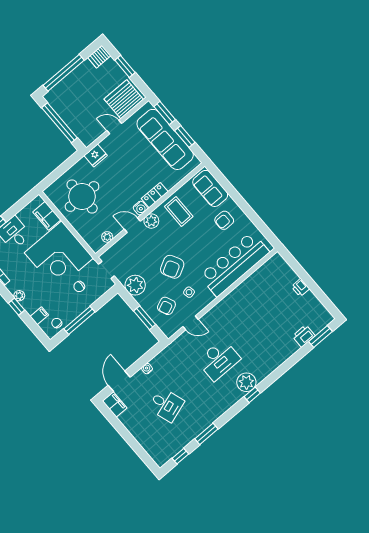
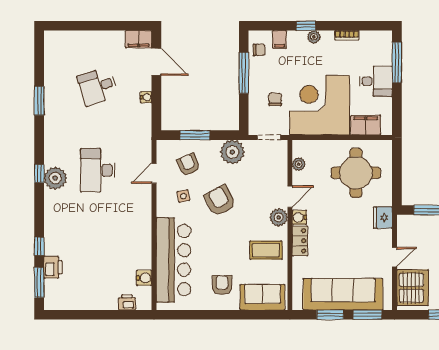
water cooler: (261, 273) -> (144, 278), added
printer: (300, 288) -> (127, 302), moved
window: (180, 456) -> (39, 246), moved

